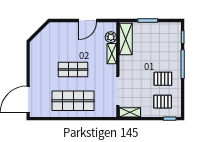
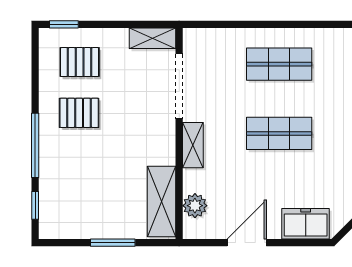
freezer: (61, 29) -> (306, 224), added
shelving: (112, 54) -> (193, 145), moved
shop shelf: (73, 101) -> (279, 64), width x0.70, depth x0.74

